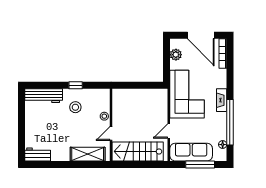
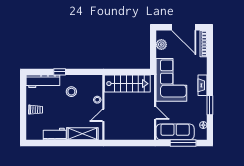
window: (76, 85) -> (60, 72), moved
window: (230, 122) -> (210, 105), width x0.47
trolley: (35, 127) -> (36, 110), added
door: (169, 131) -> (155, 113), swing flipped
stairs: (138, 151) -> (127, 84), moved, turned 180
workbench: (38, 155) -> (55, 134), moved

